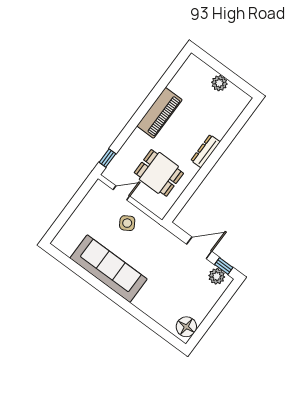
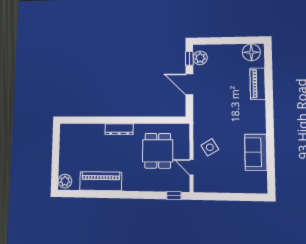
plant: (219, 83) -> (65, 181), moved
piano: (159, 113) -> (101, 181), moved
sofa: (109, 269) -> (256, 152), width x0.54, depth x0.79
piano: (153, 310) -> (258, 84), added

